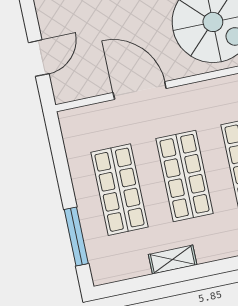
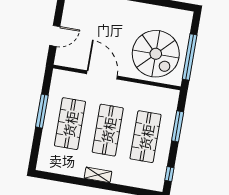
window: (76, 236) -> (42, 111), moved
shelving: (173, 260) -> (98, 175), moved

